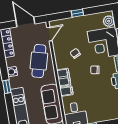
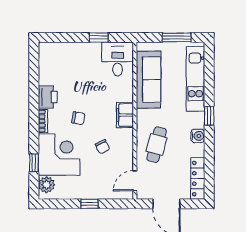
cafe table: (39, 61) -> (157, 145), width x0.73, depth x0.74
filing cabinet: (66, 91) -> (124, 95), removed

